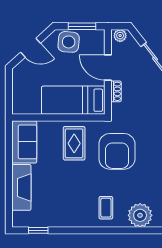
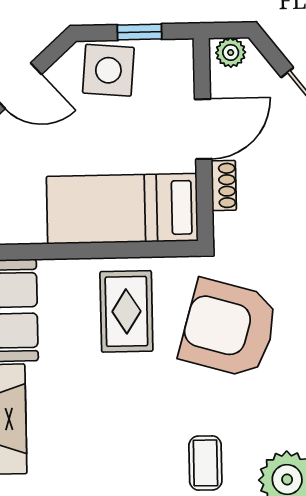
window: (82, 26) -> (140, 32), width x0.67
door: (108, 67) -> (203, 129), swing flipped
armchair: (117, 151) -> (229, 328), turned 106

